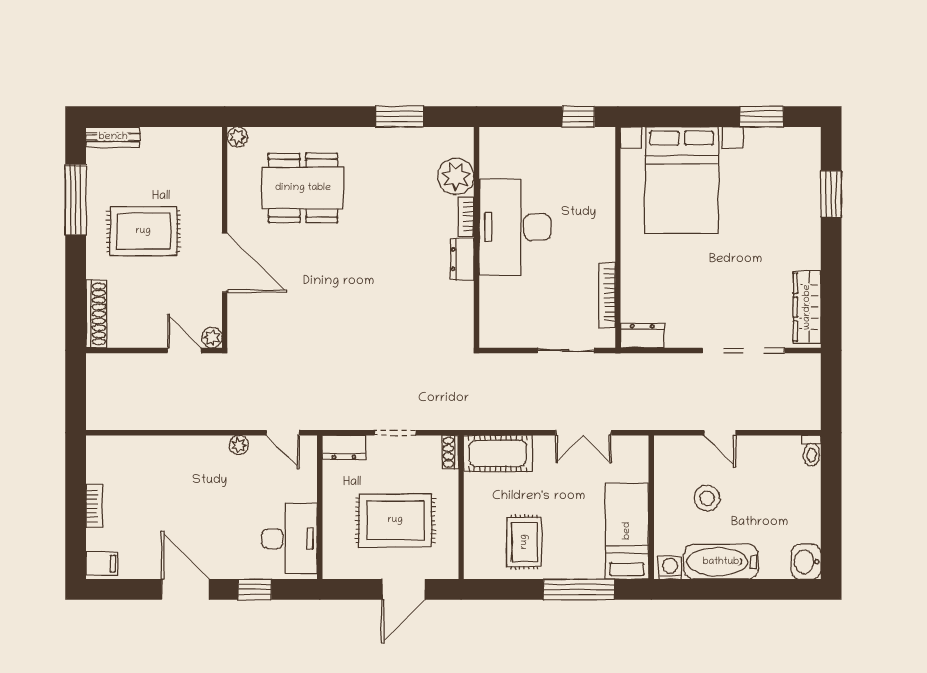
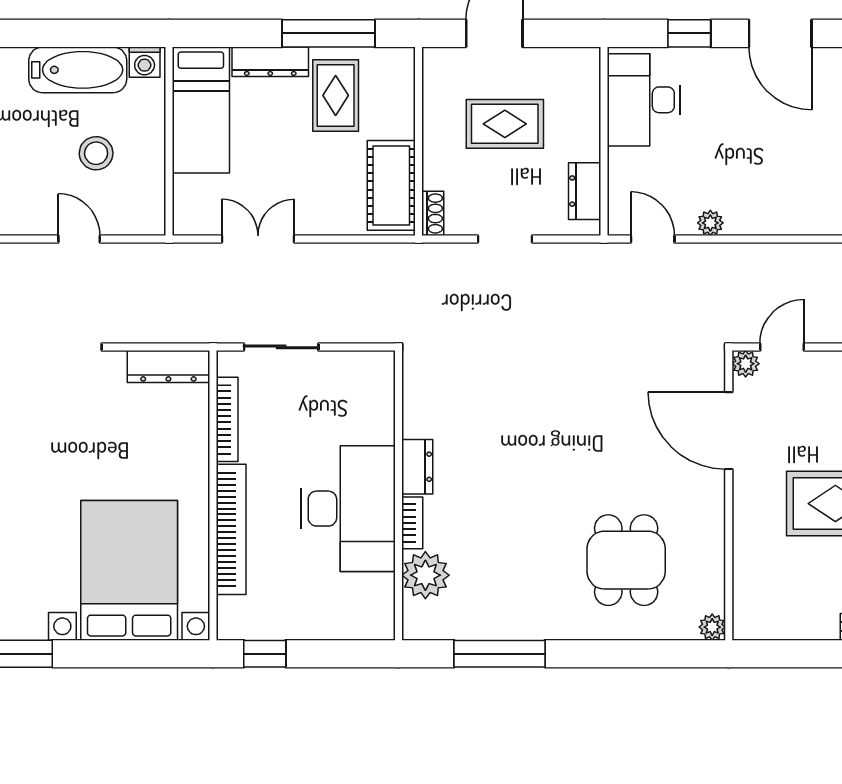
window: (399, 117) -> (500, 654), width x1.44
dining table: (303, 188) -> (626, 560), width x0.73
bookcase: (604, 211) -> (231, 529), added
door: (225, 263) -> (729, 431), moved
dresser: (642, 336) -> (168, 366), width x1.44
door: (184, 350) -> (782, 347), swing flipped
dresser: (344, 447) -> (585, 191), moved, turned -90
cot: (498, 454) -> (391, 185), moved, turned 90
rug: (395, 520) -> (505, 124), width x0.73, depth x0.70
dresser: (574, 568) -> (270, 62), added
window: (579, 589) -> (329, 33), moved

